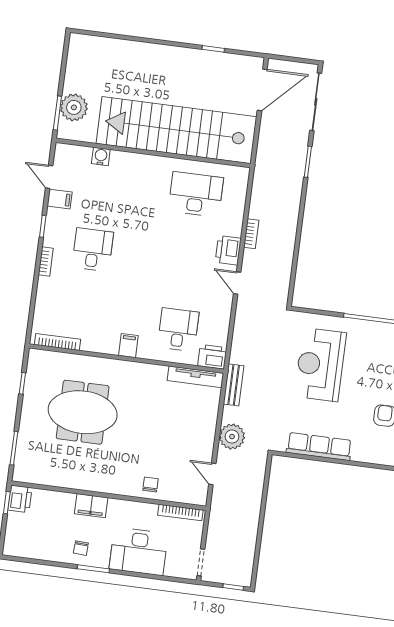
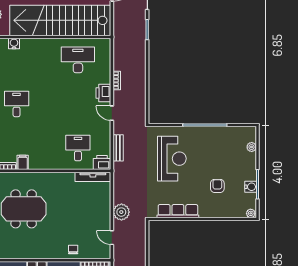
filing cabinet: (128, 346) -> (23, 162), moved
reception desk: (320, 365) -> (172, 159), turned 180
bench: (234, 385) -> (118, 148), moved

